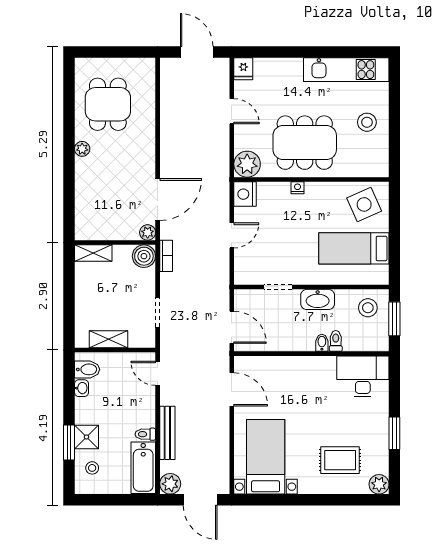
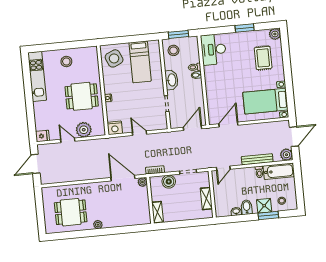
door: (232, 111) -> (68, 140), hinge flipped
dining table: (305, 143) -> (82, 96), width x0.73
plant: (247, 164) -> (84, 130), moved
boiler: (144, 256) -> (169, 182), moved
bidet: (87, 369) -> (247, 207), moved

